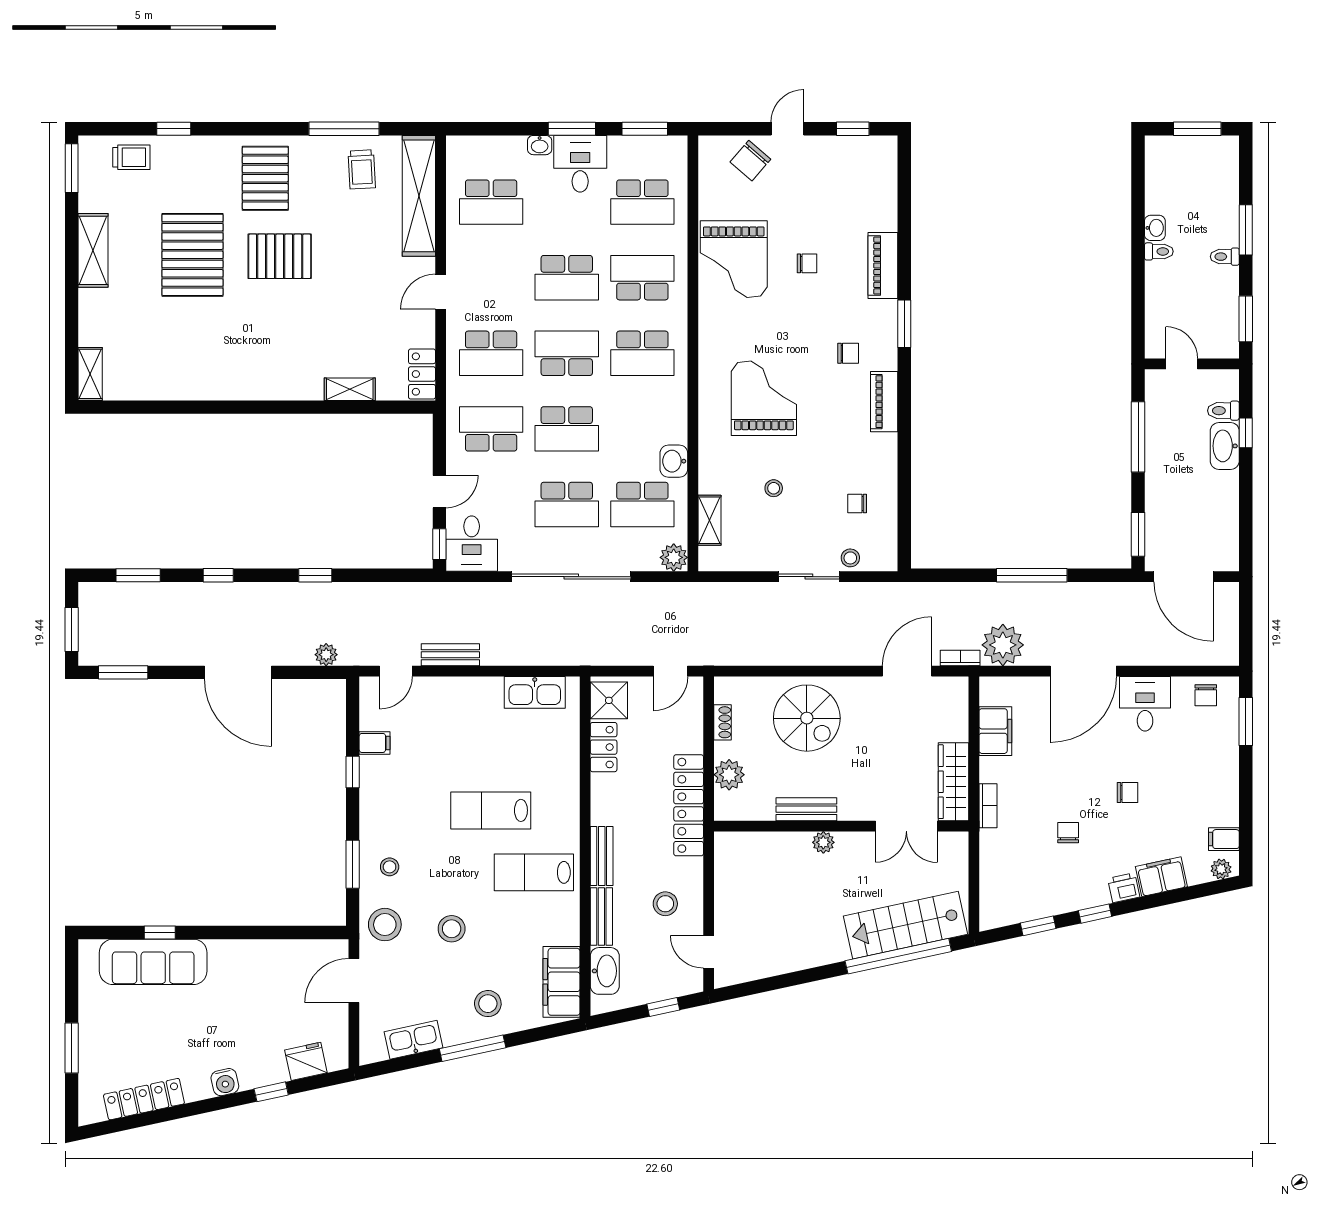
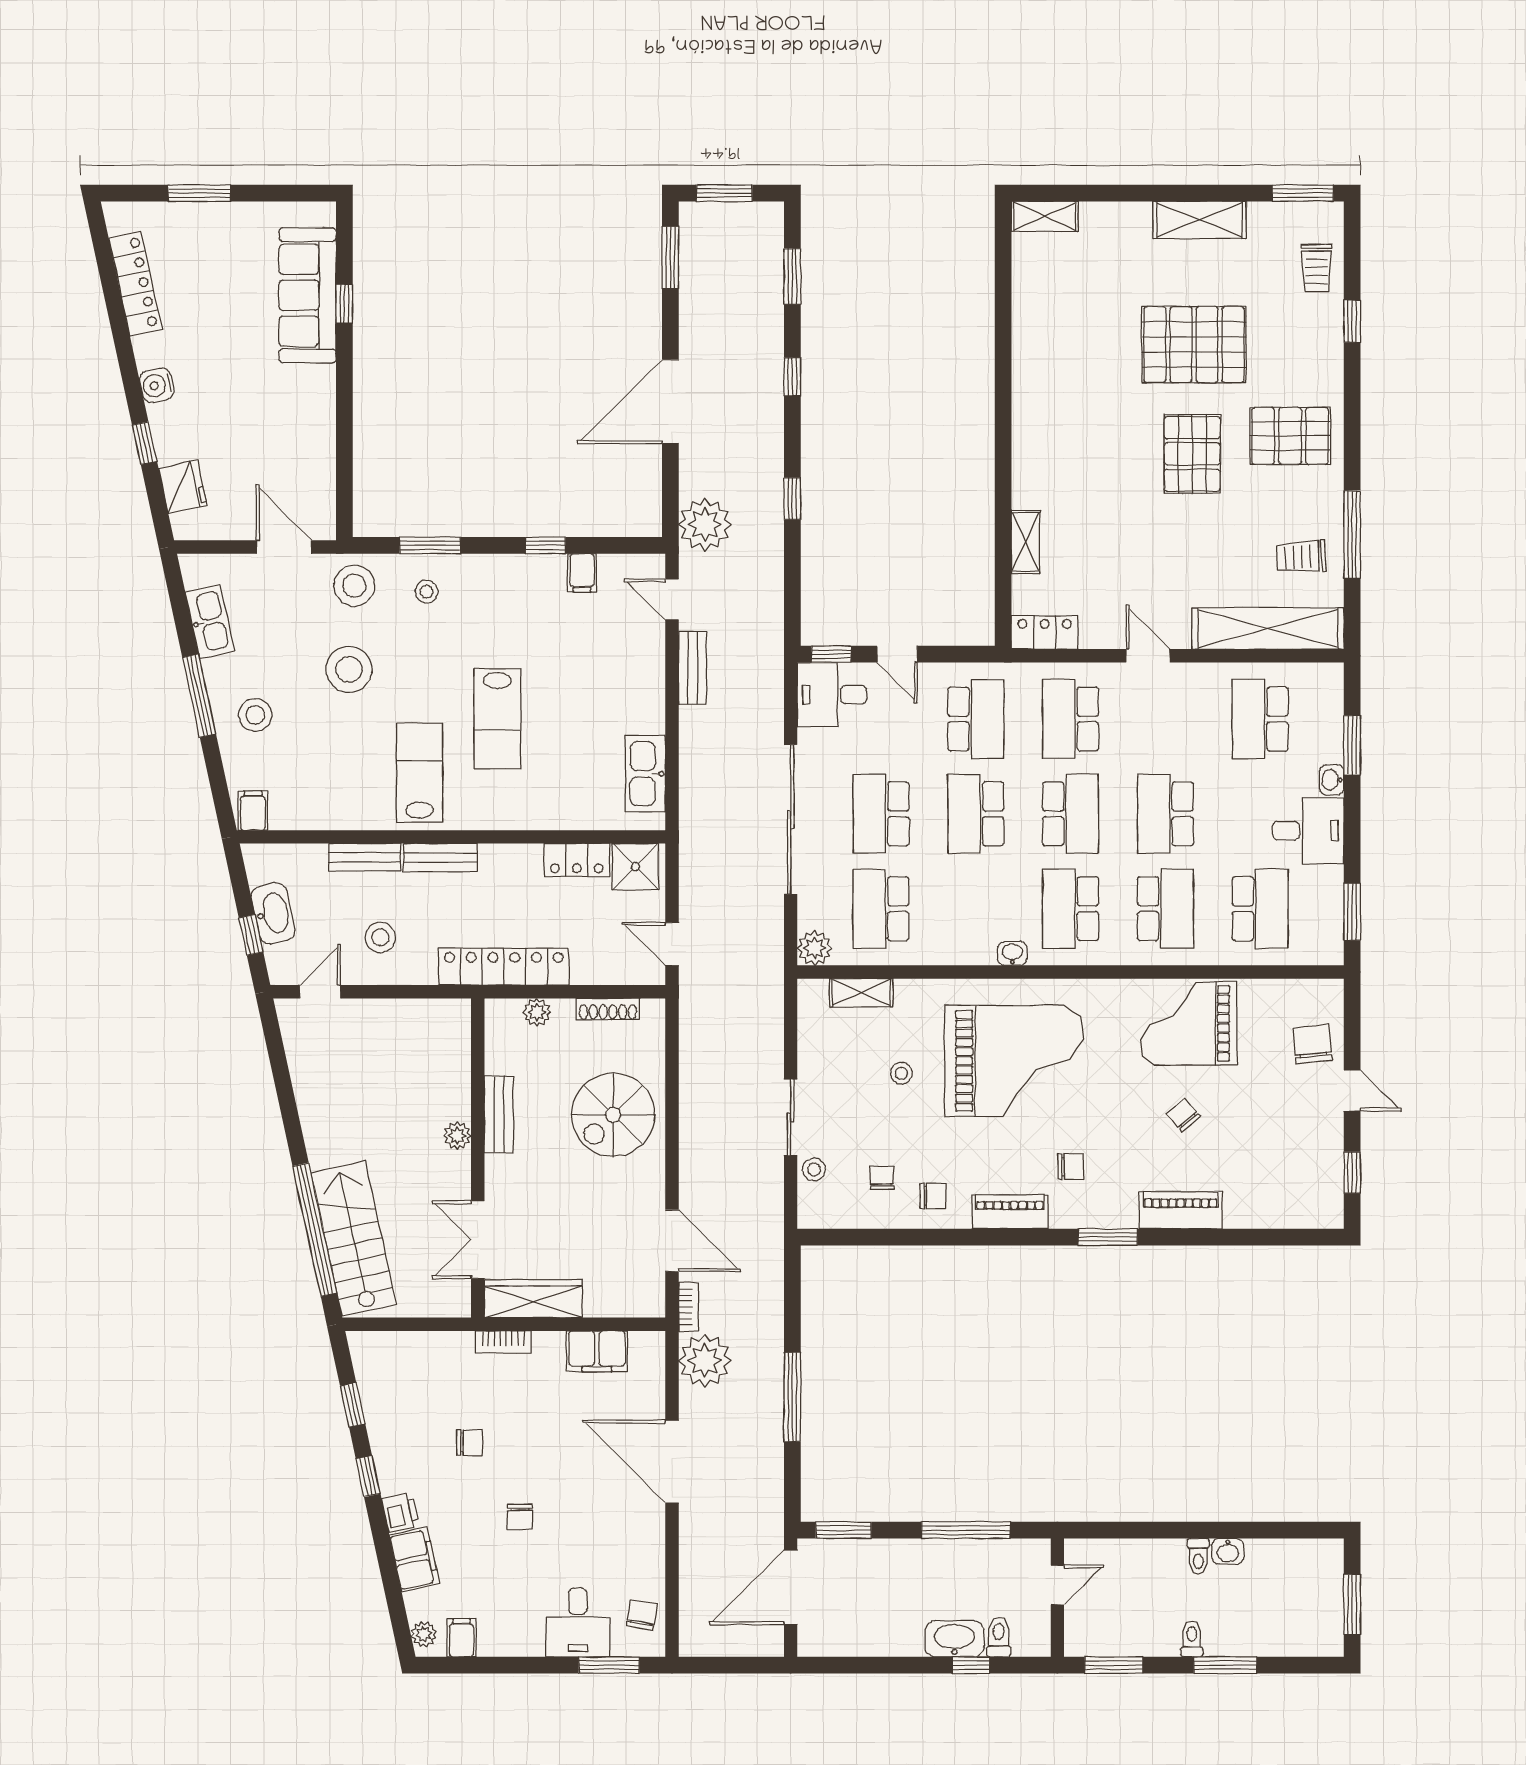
window: (572, 129) -> (1352, 745), moved
chair: (750, 161) -> (1312, 1044), turned 43
school desk: (642, 202) -> (1260, 909), turned 180
chair: (807, 263) -> (1183, 1115), turned 139
chair: (848, 353) -> (1071, 1167), turned -90
grand piano: (764, 398) -> (1014, 1061), width x1.37, depth x1.48
washbasin: (674, 461) -> (1012, 953), moved, width x0.72, depth x0.69
chair: (871, 463) -> (933, 1196), added
plant: (326, 655) -> (705, 524), width x1.87, depth x1.87
chair: (1206, 695) -> (642, 1615), turned 100
desk: (1145, 704) -> (578, 1623), moved, turned 90
shoe rack: (722, 722) -> (608, 1009), width x1.43
plant: (729, 775) -> (537, 1012), width x0.73, depth x0.73
lab bench: (491, 810) -> (497, 718), turned 180
stool: (452, 929) -> (349, 669), width x1.38, depth x1.38
washbasin: (605, 971) -> (273, 913), moved, turned -102
filing cabinet: (561, 982) -> (253, 811), width x0.33, depth x0.86

